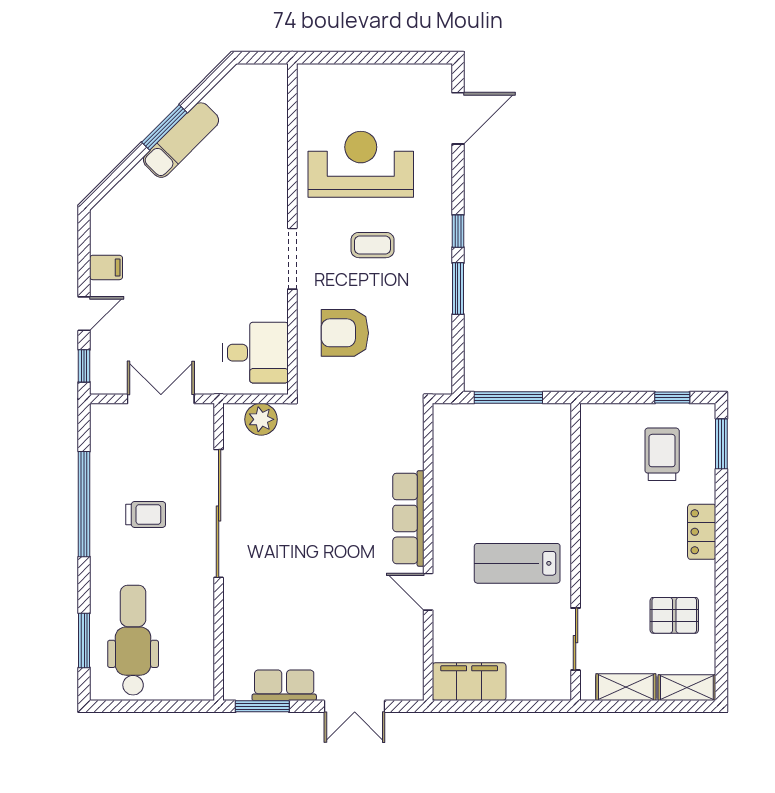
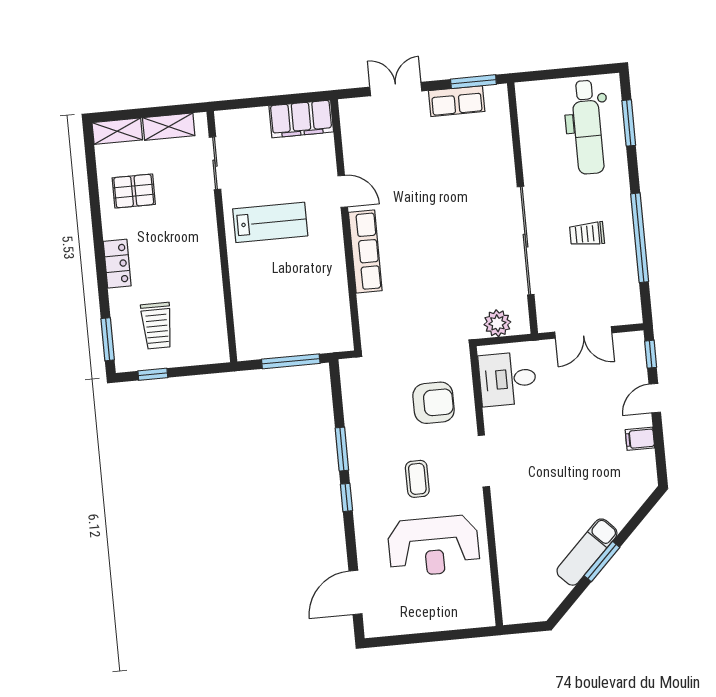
coffee table: (373, 245) -> (417, 479), turned 90

